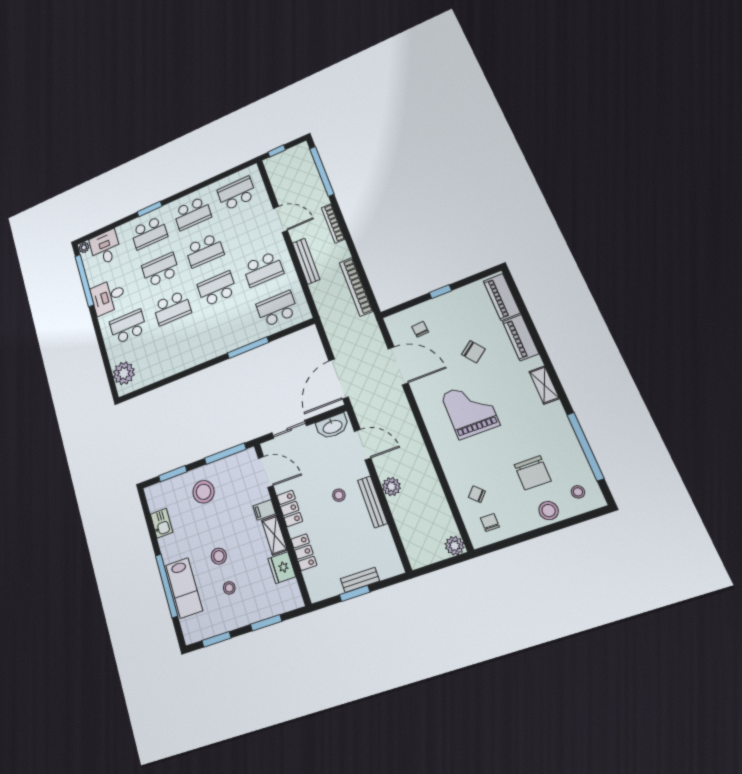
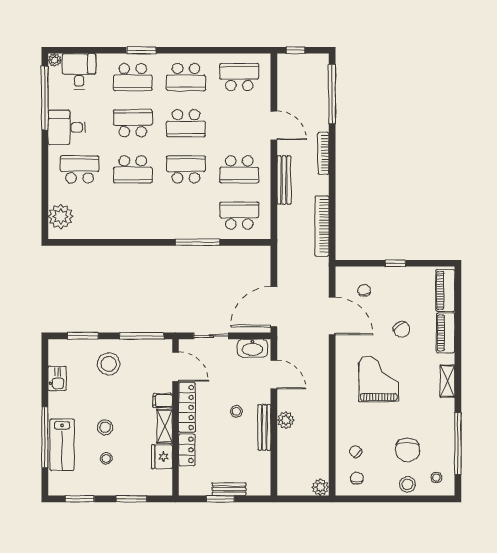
locker: (290, 508) -> (187, 407), width x1.53

